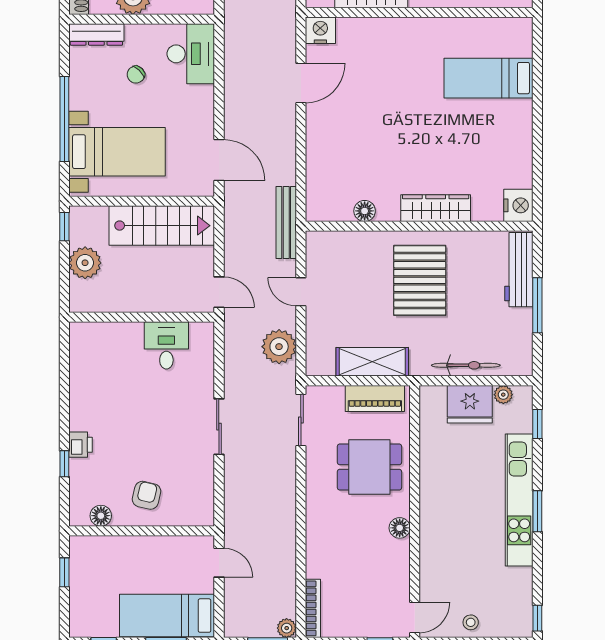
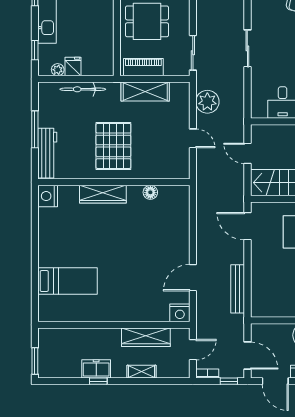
desk: (191, 54) -> (266, 297), removed
bench: (286, 223) -> (238, 289), moved
door: (219, 292) -> (247, 153), moved
fridge: (470, 404) -> (73, 66), width x0.53, depth x0.75

